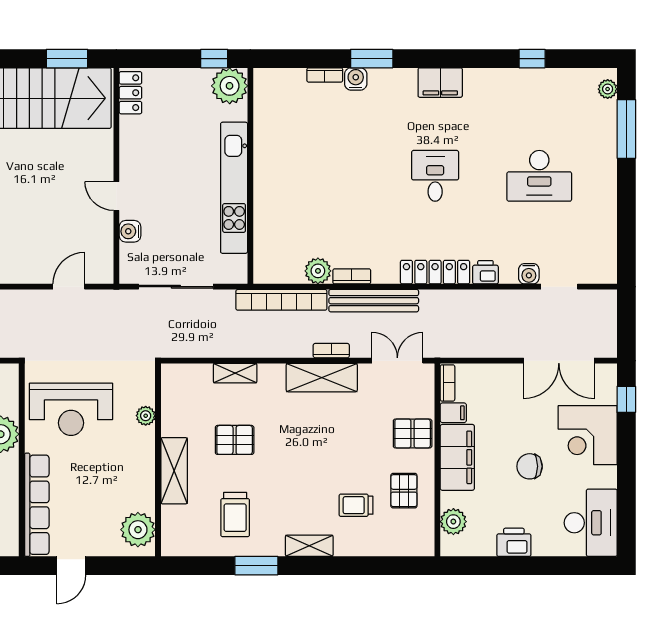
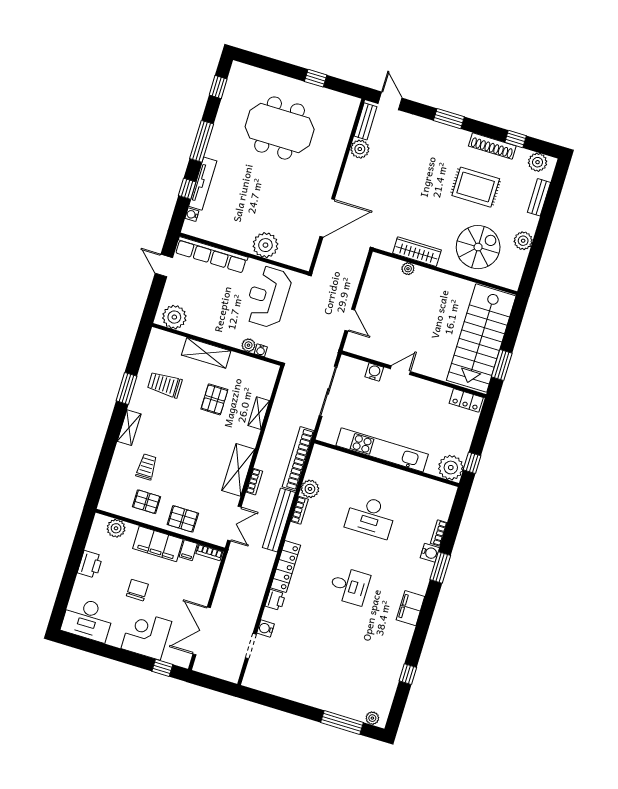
desk: (539, 176) -> (370, 517), moved, turned -90
water cooler: (148, 397) -> (261, 350), added
pallet: (413, 433) -> (183, 519), turned 90

